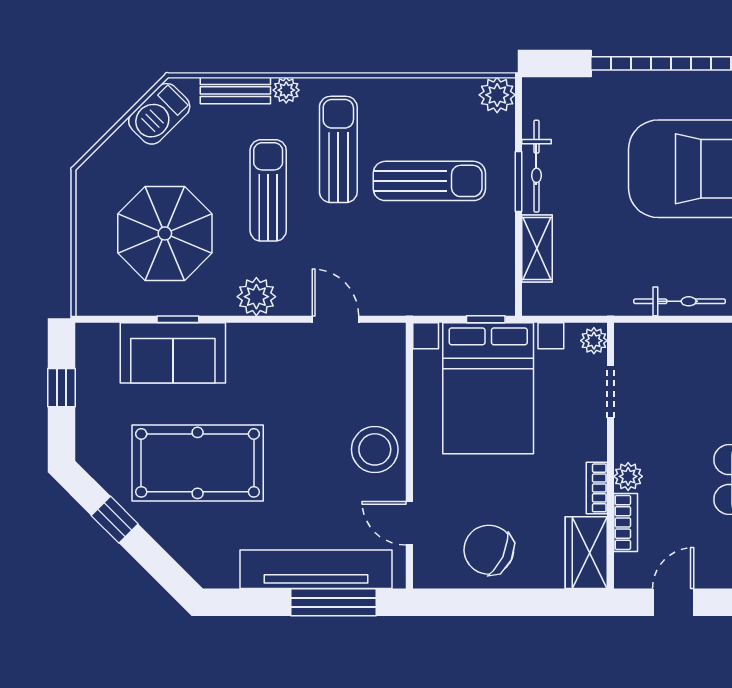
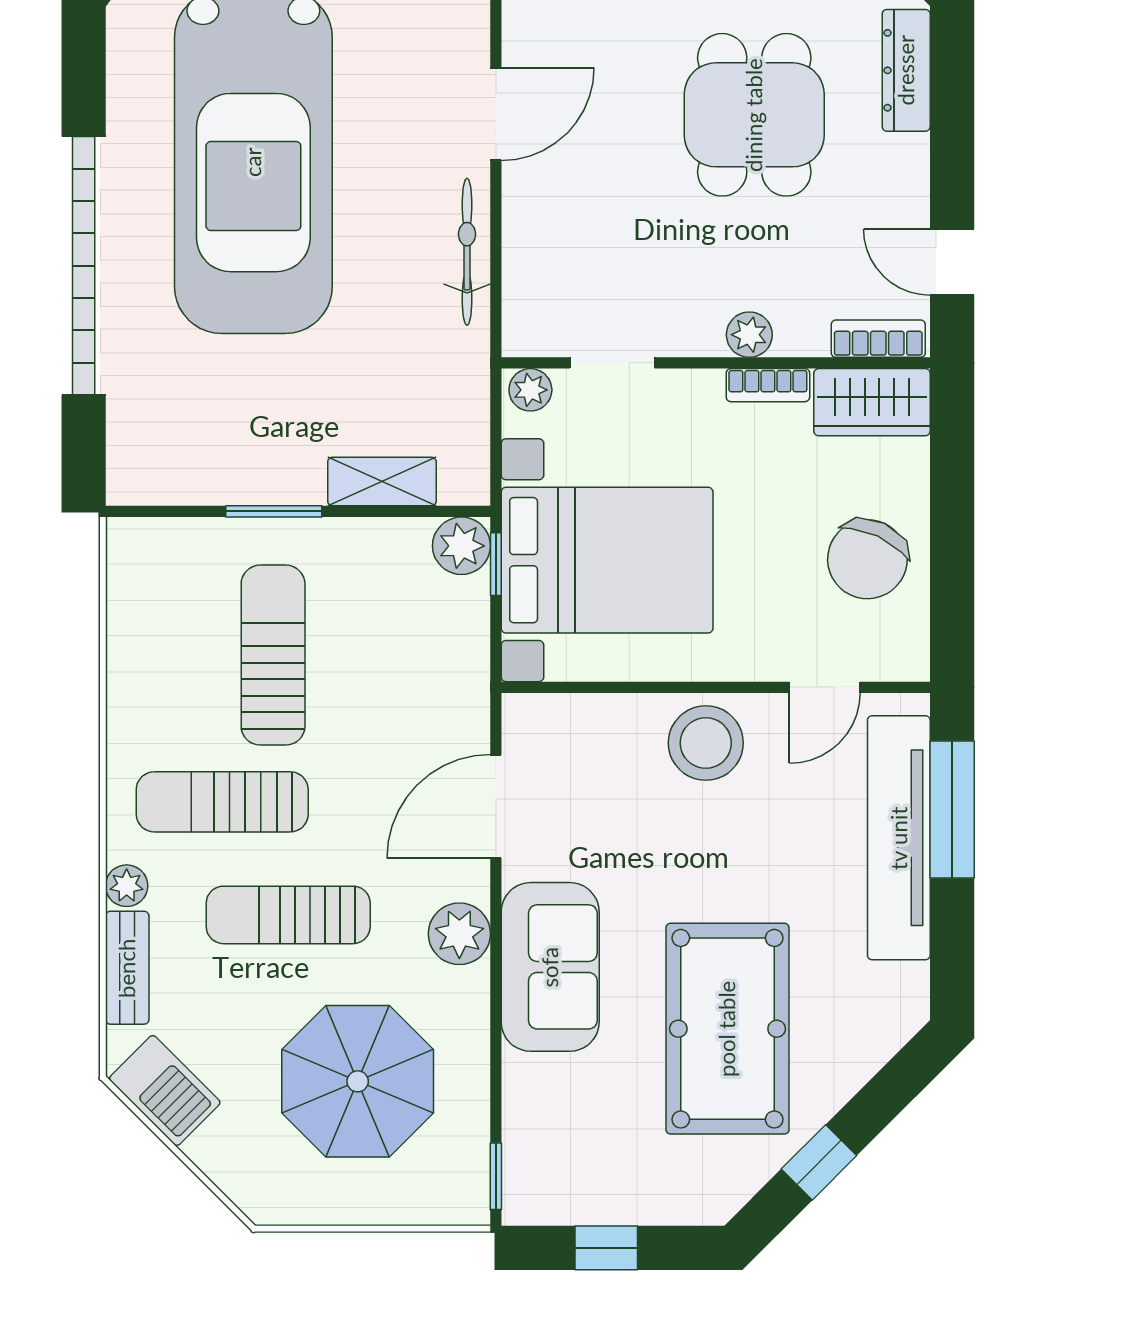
plant: (497, 95) -> (461, 546), moved
bicycle: (536, 166) -> (249, 482), removed
window: (178, 319) -> (496, 1176), moved
door: (335, 319) -> (496, 806), width x1.38
sofa: (173, 353) -> (550, 967), moved
bookcase: (626, 522) -> (878, 339), moved

